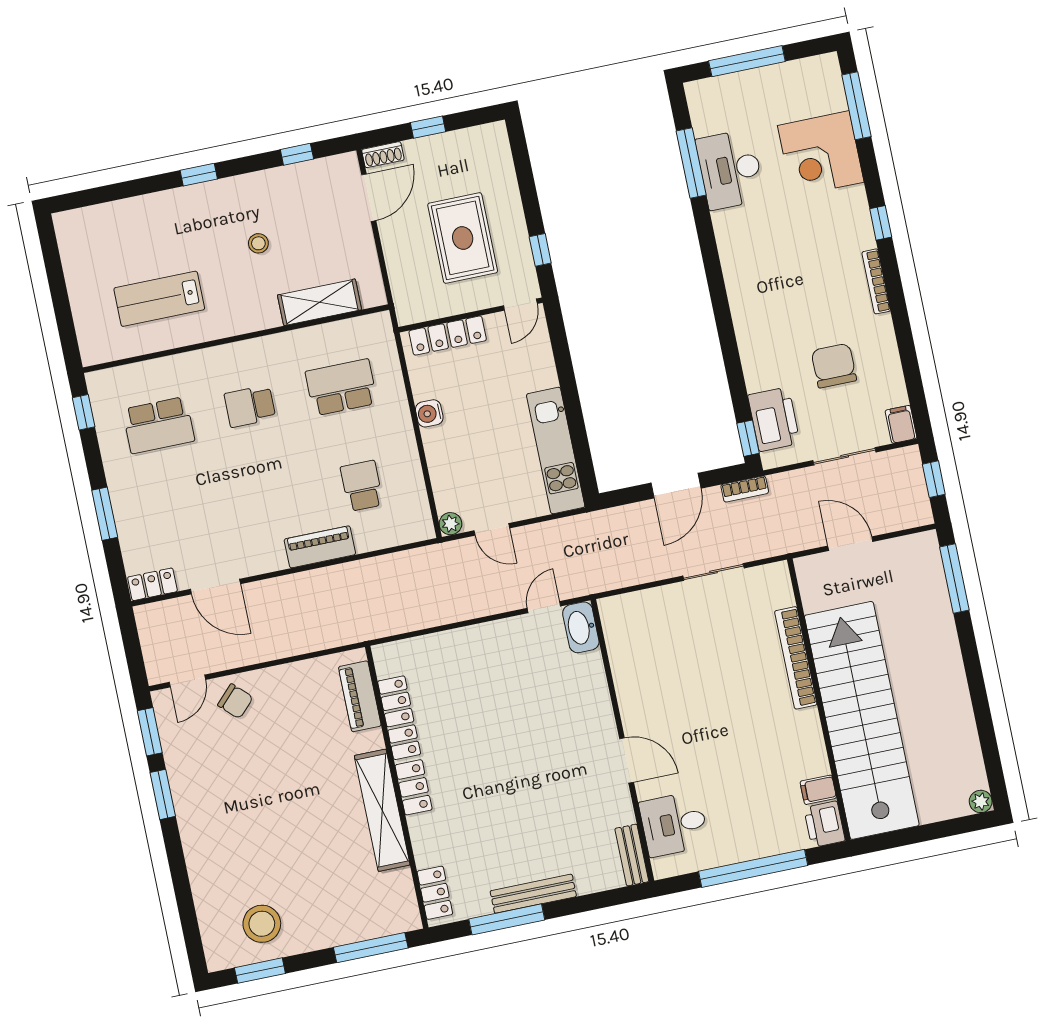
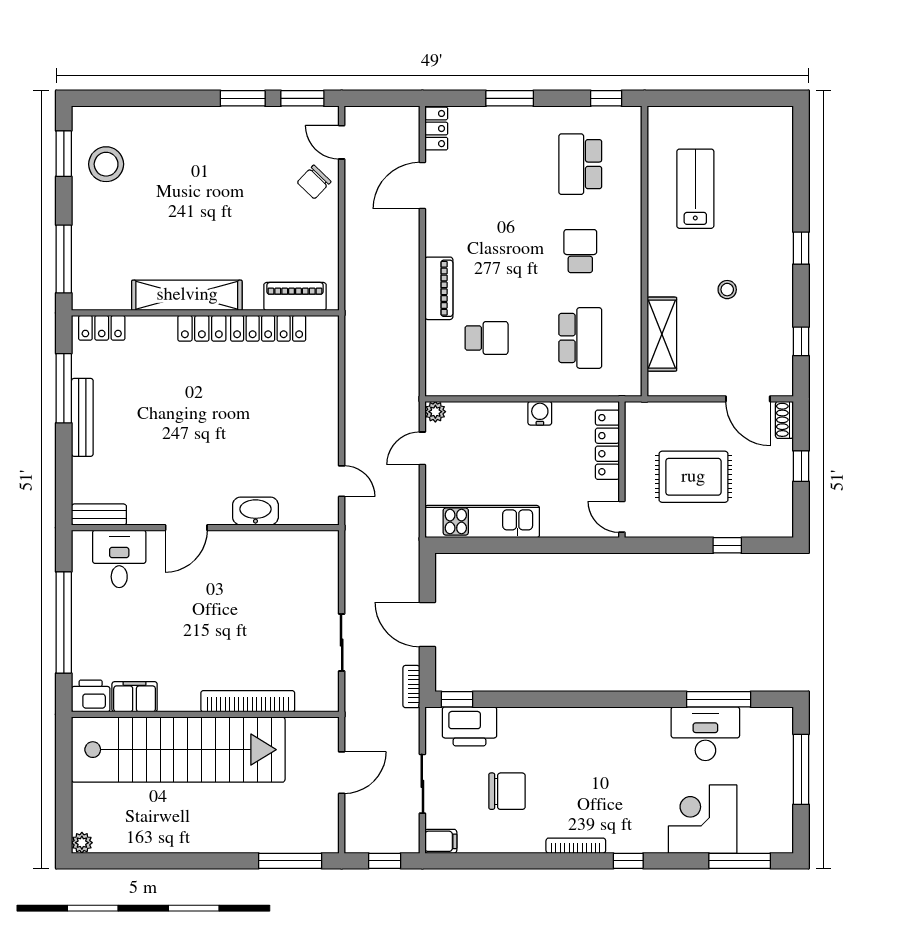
window: (540, 250) -> (727, 545), moved
washbasin: (581, 627) -> (255, 511), moved
filing cabinet: (818, 790) -> (135, 697), width x2.00

